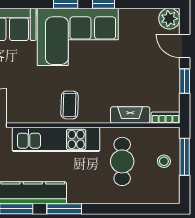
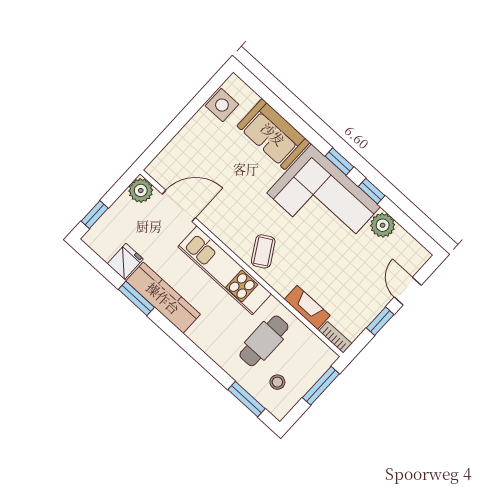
plant: (169, 19) -> (383, 225), moved
coffee table: (70, 105) -> (263, 251), turned -33
stool: (164, 161) -> (277, 382), moved
window: (64, 209) -> (247, 399), moved

